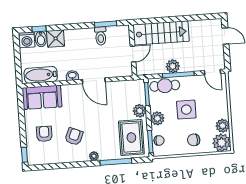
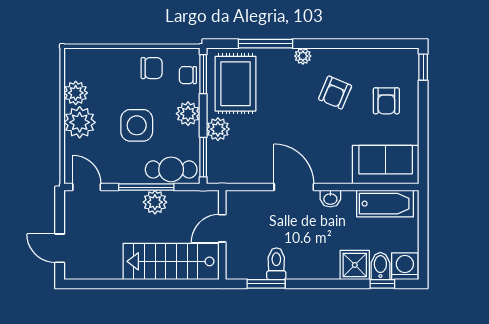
chair: (194, 140) -> (152, 68), moved
plant: (222, 143) -> (80, 122), moved

